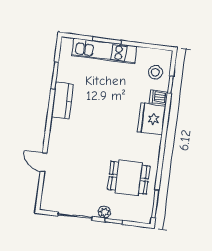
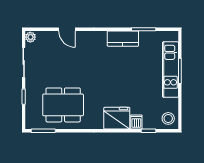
stool: (155, 72) -> (168, 118), moved
door: (44, 162) -> (67, 29), swing flipped
dining table: (129, 178) -> (63, 105), width x1.38
plant: (104, 212) -> (30, 37), moved

